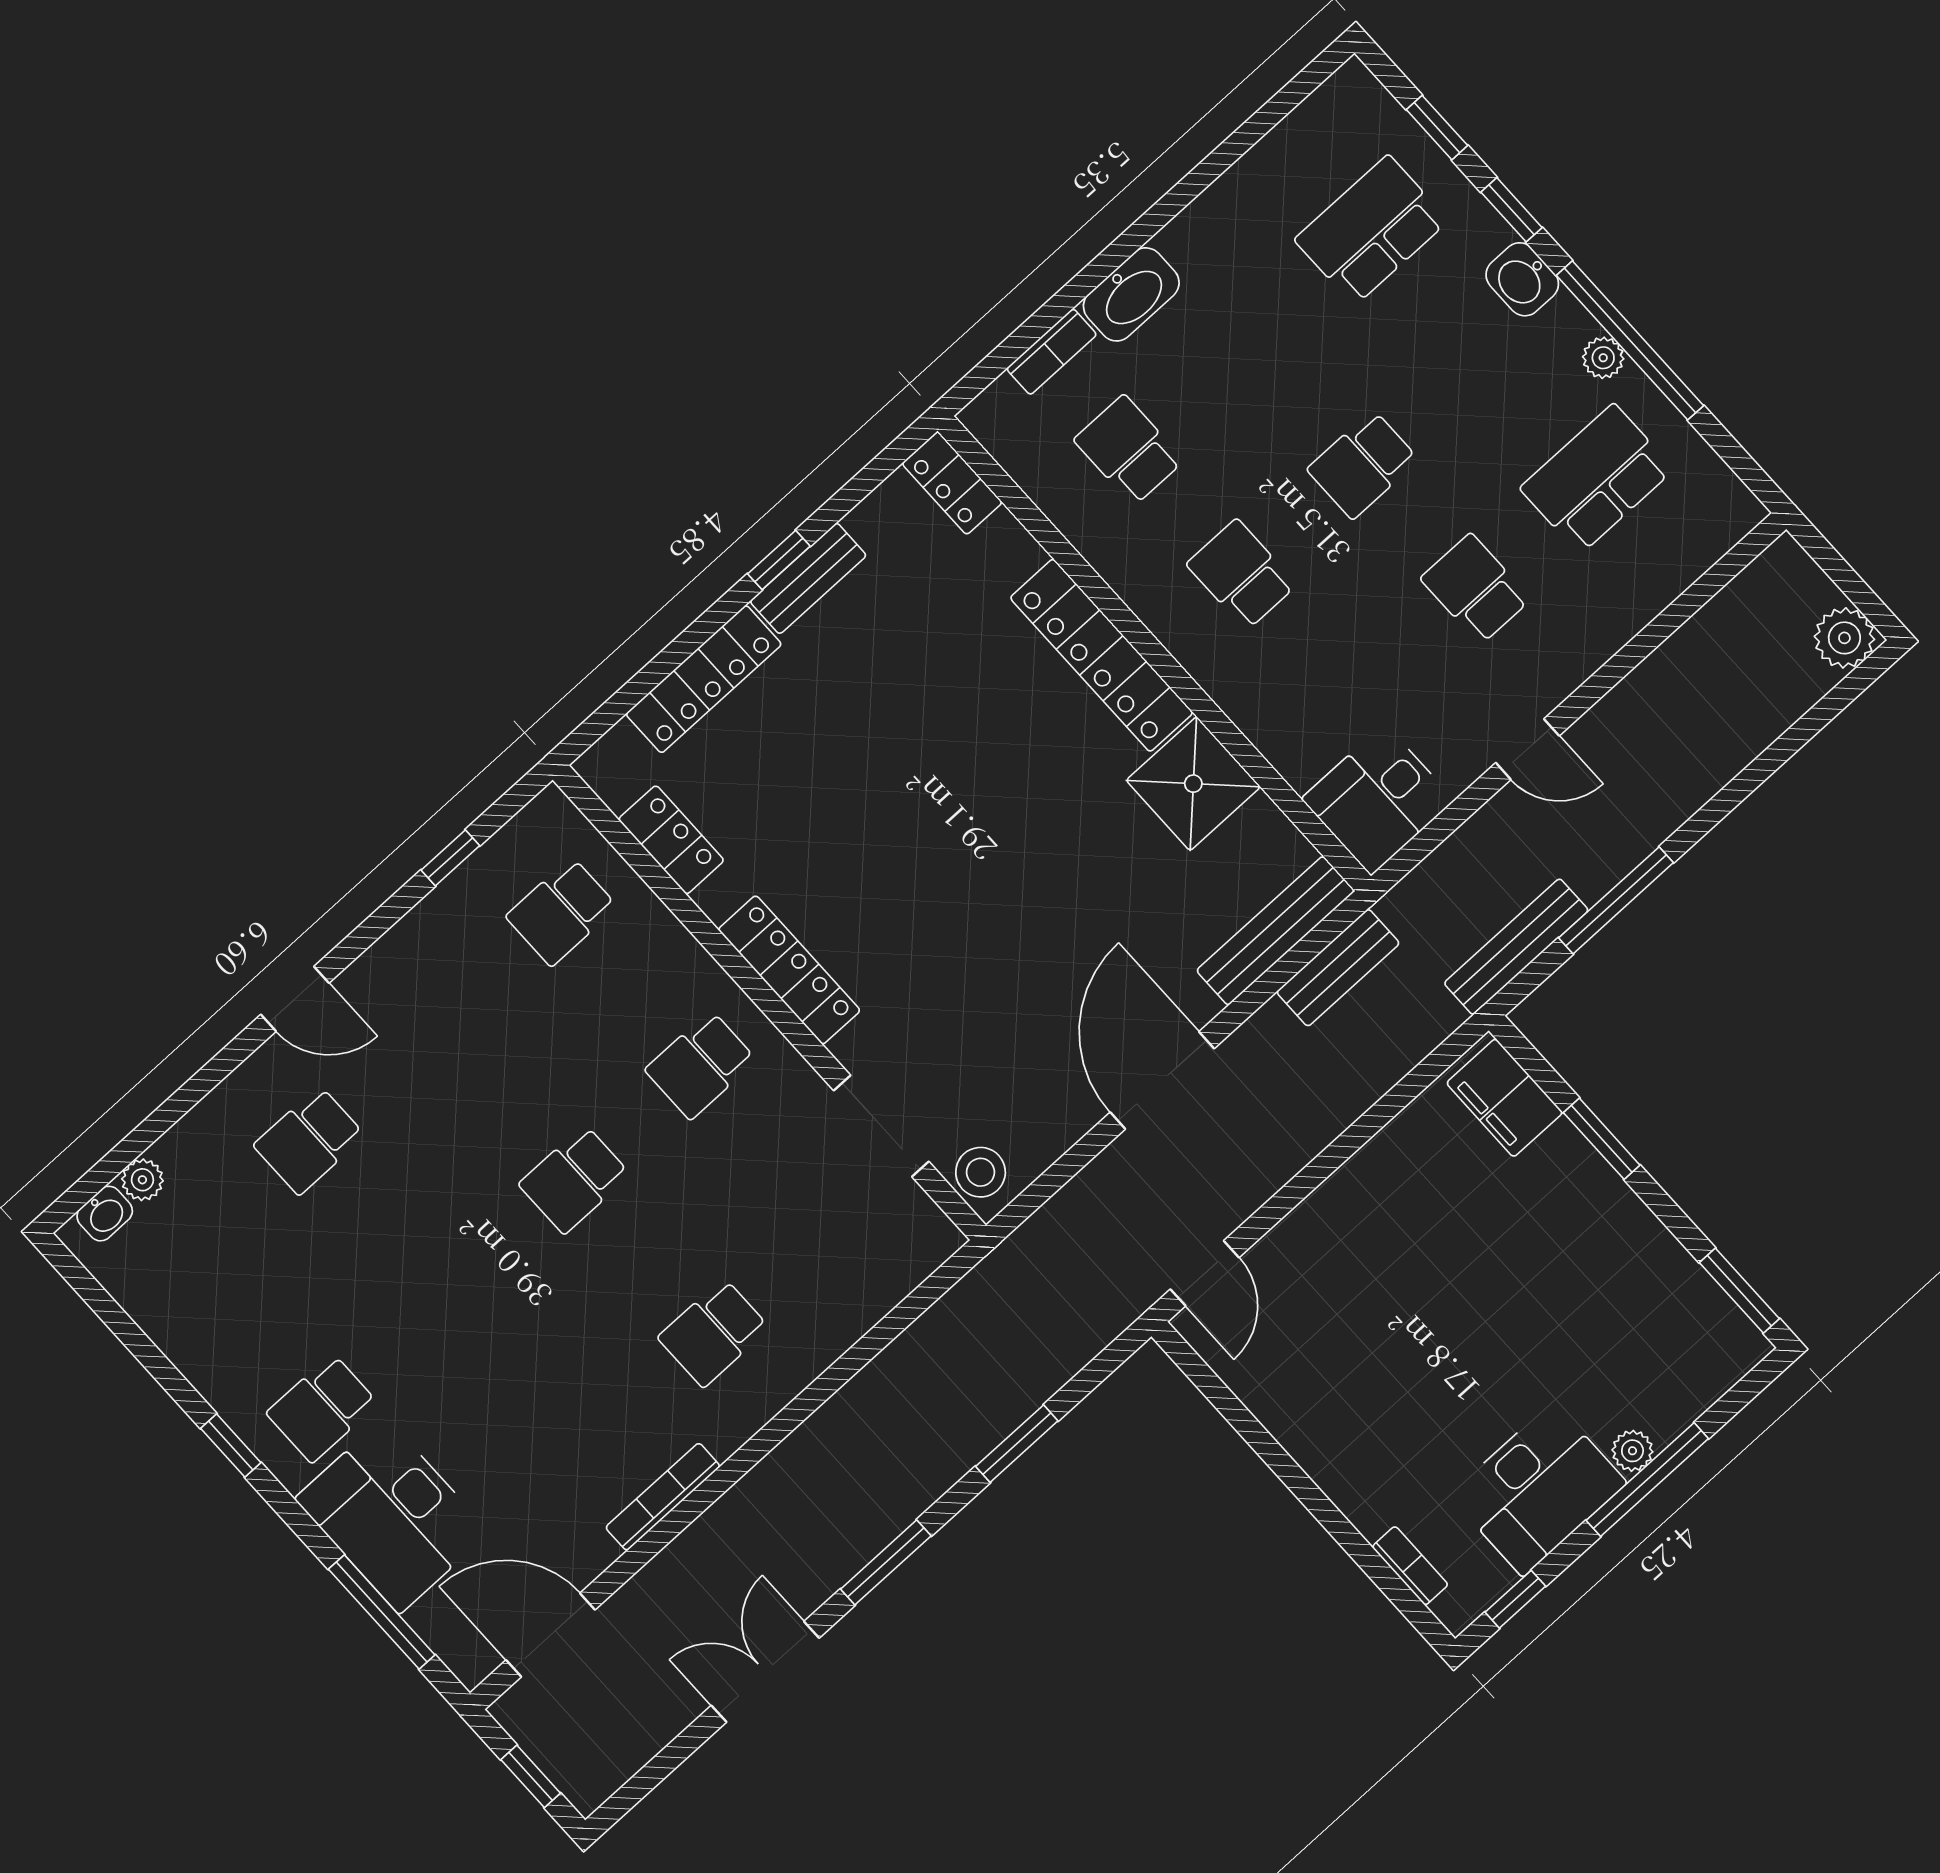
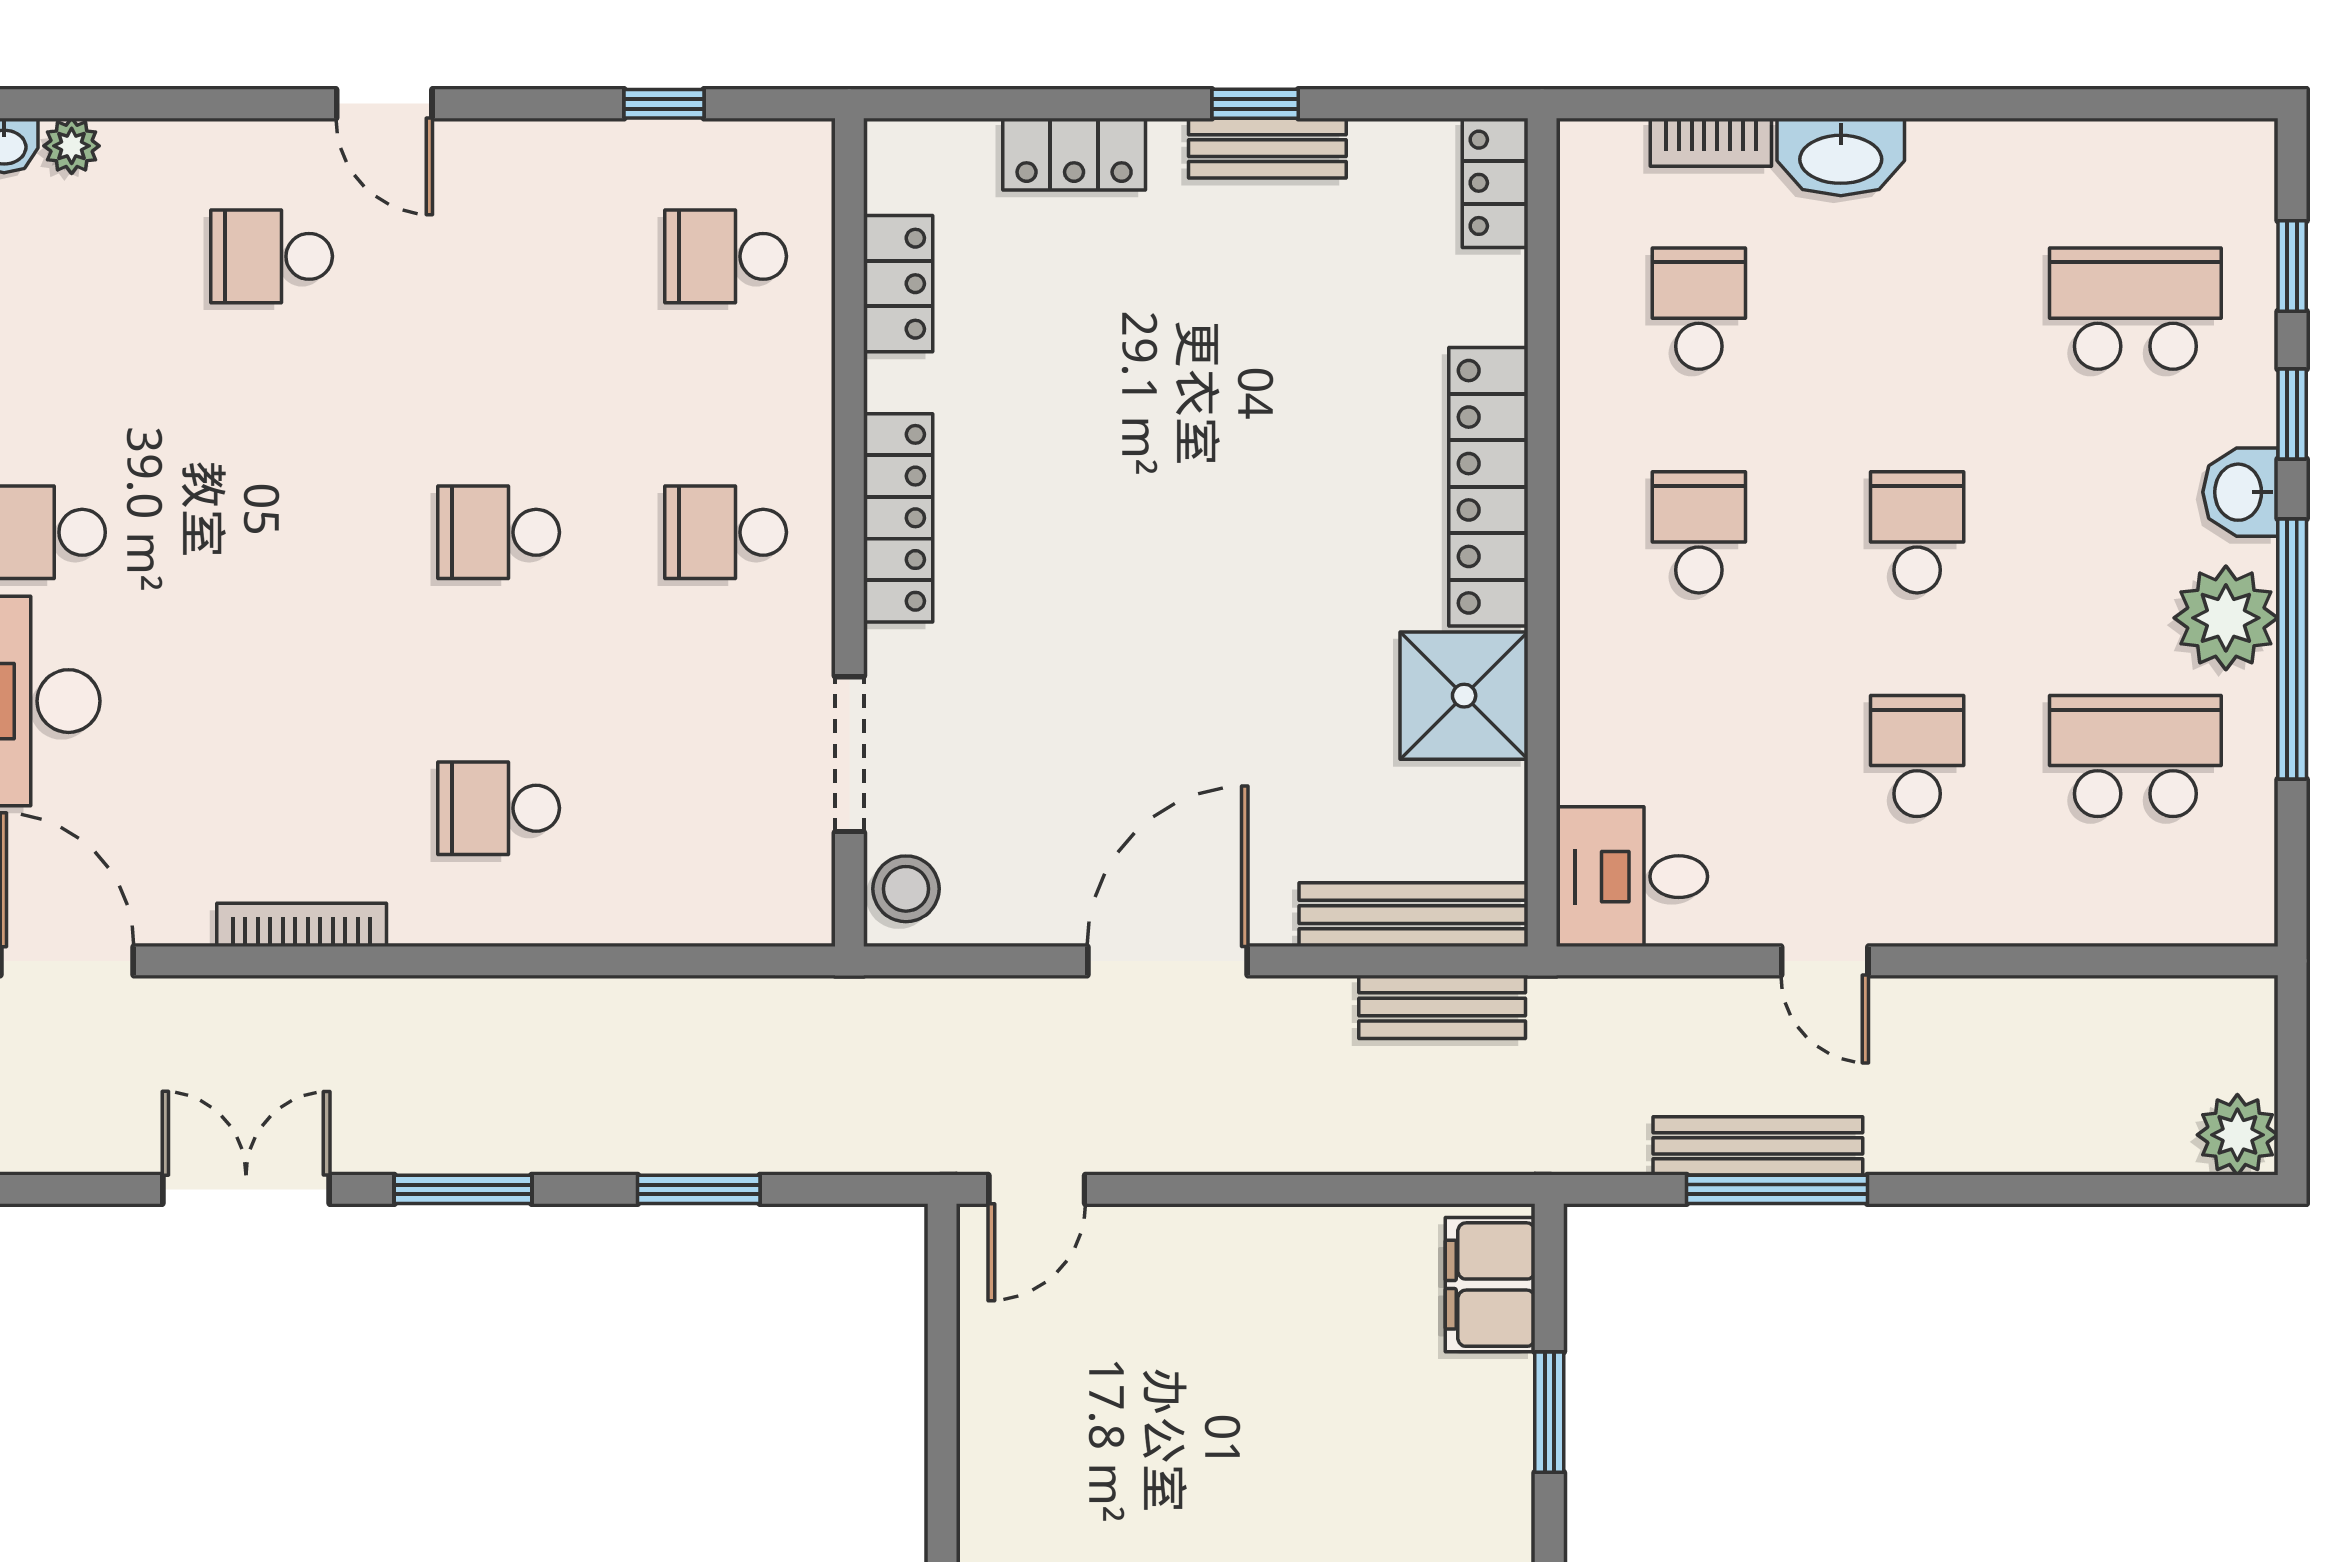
plant: (1603, 358) -> (2226, 618), width x1.88, depth x1.88
school desk: (1363, 465) -> (1917, 532), turned 90
locker: (704, 679) -> (1074, 154), width x0.66
bench: (1516, 947) -> (1758, 1146), moved

